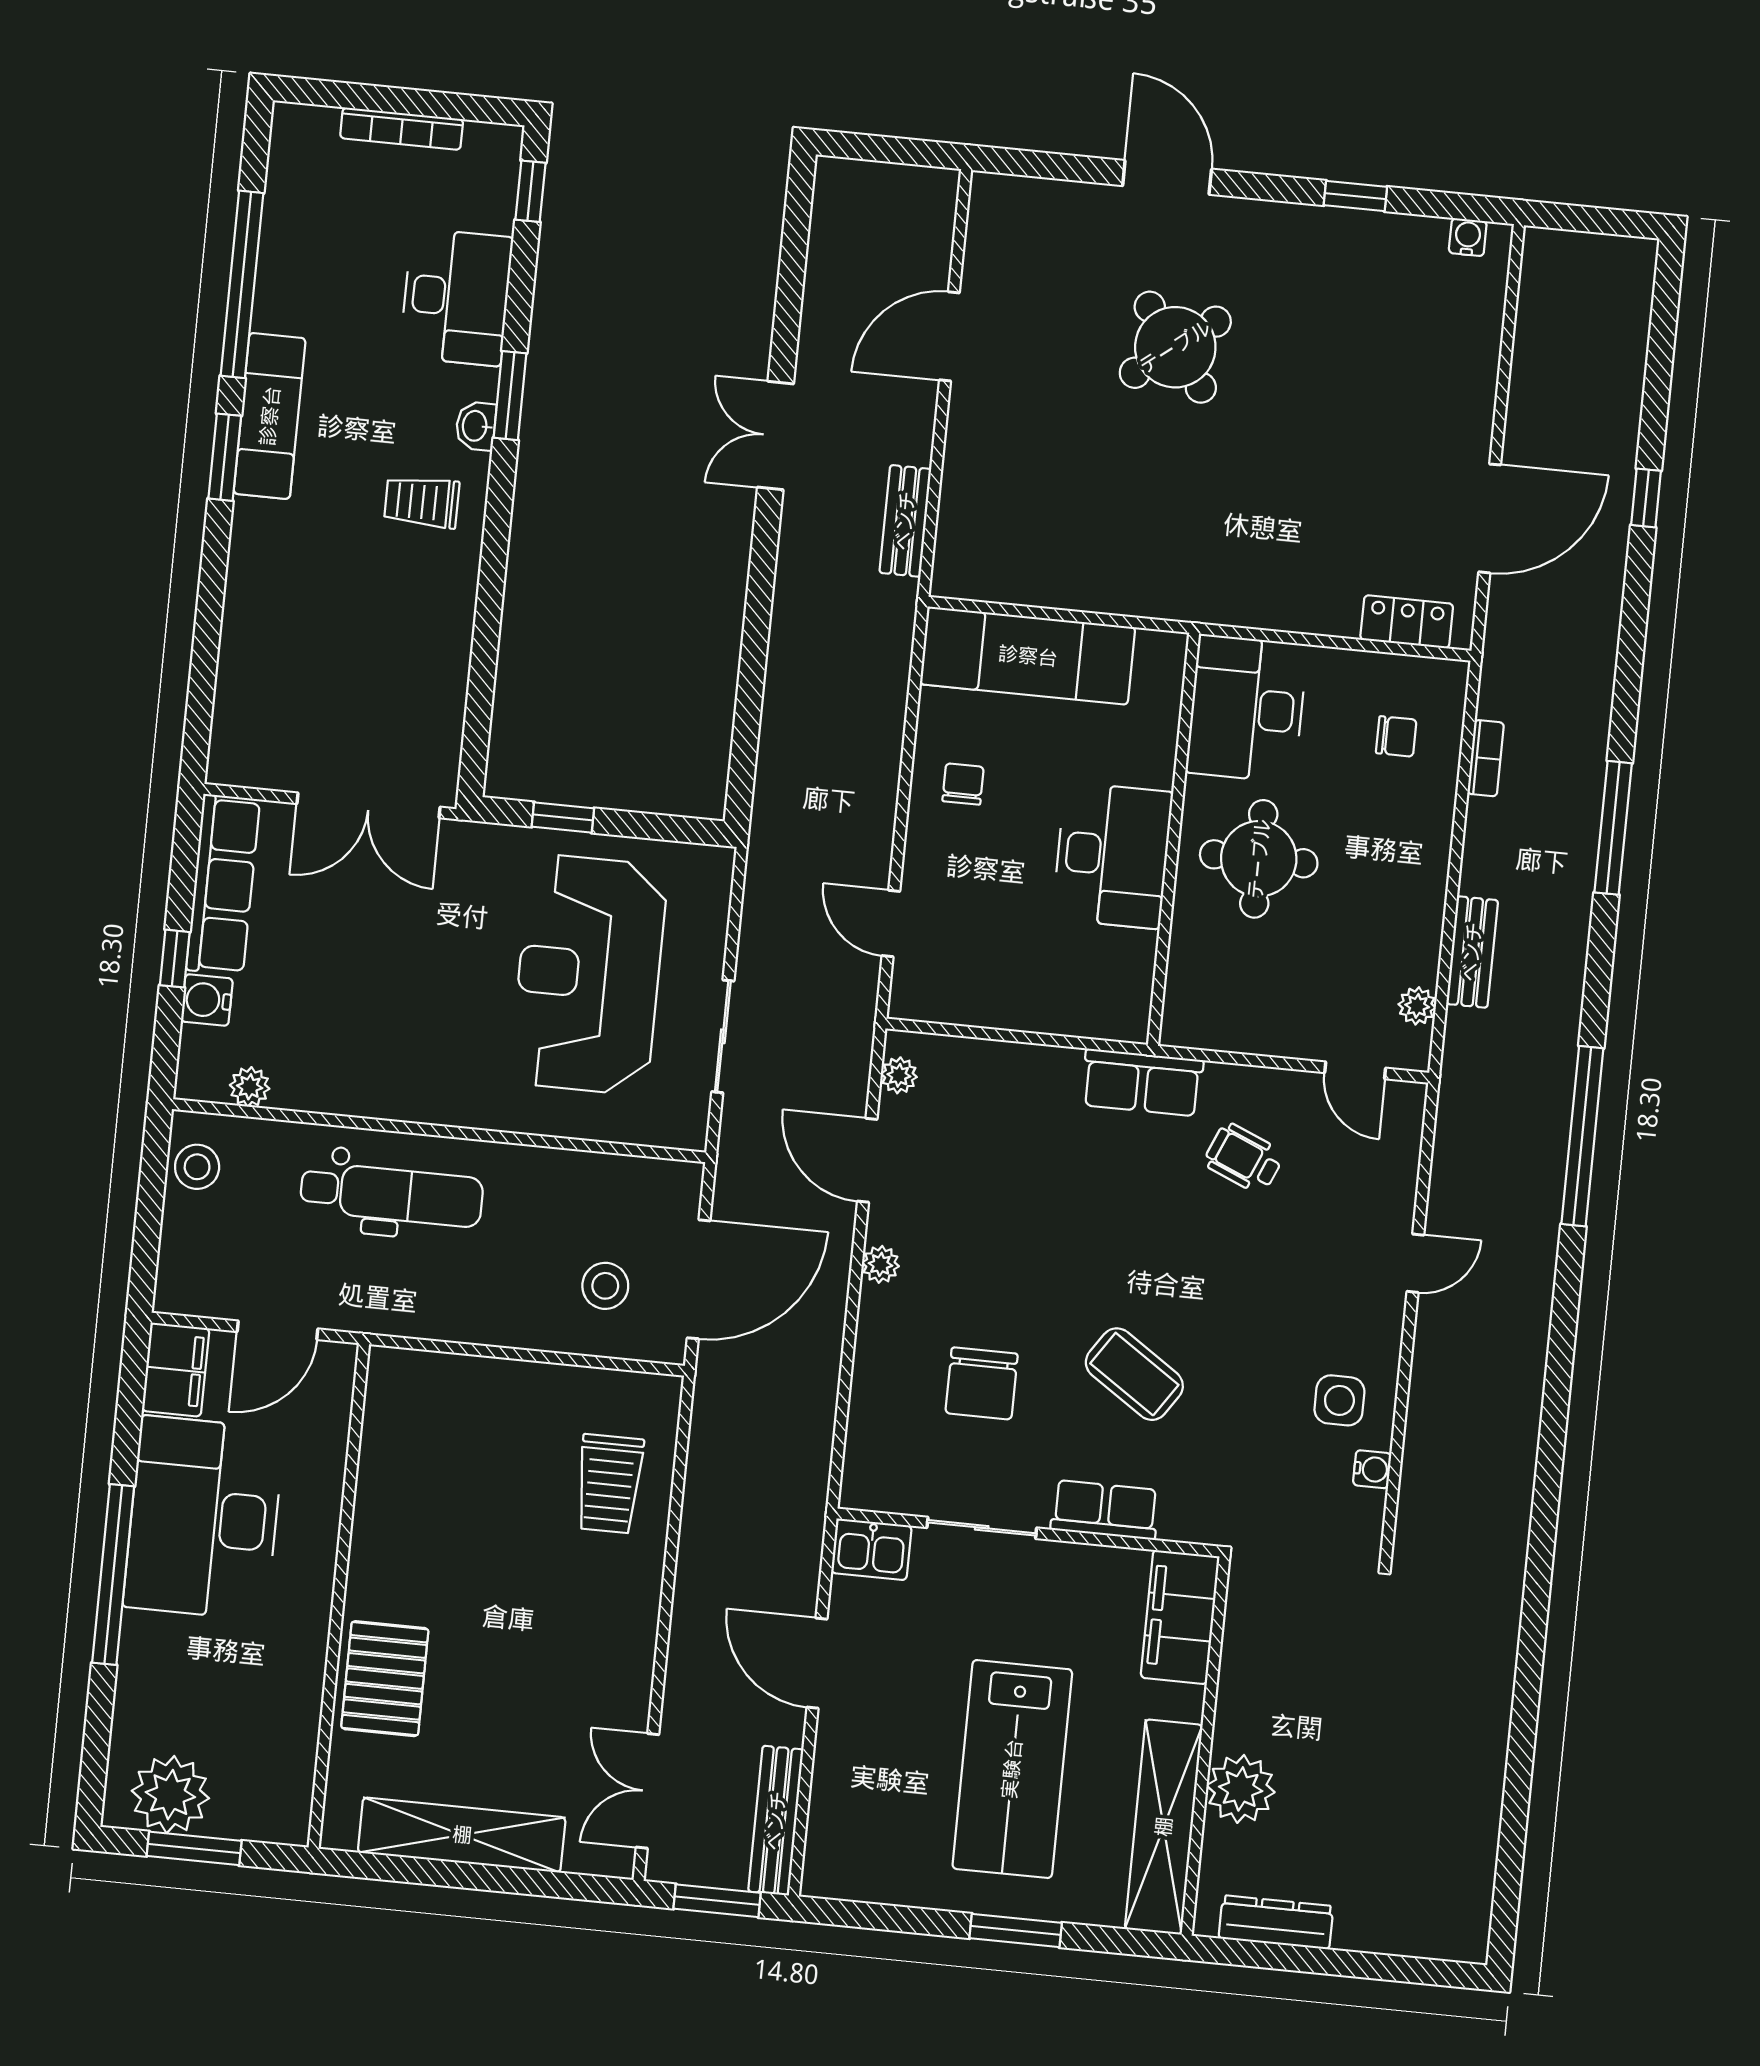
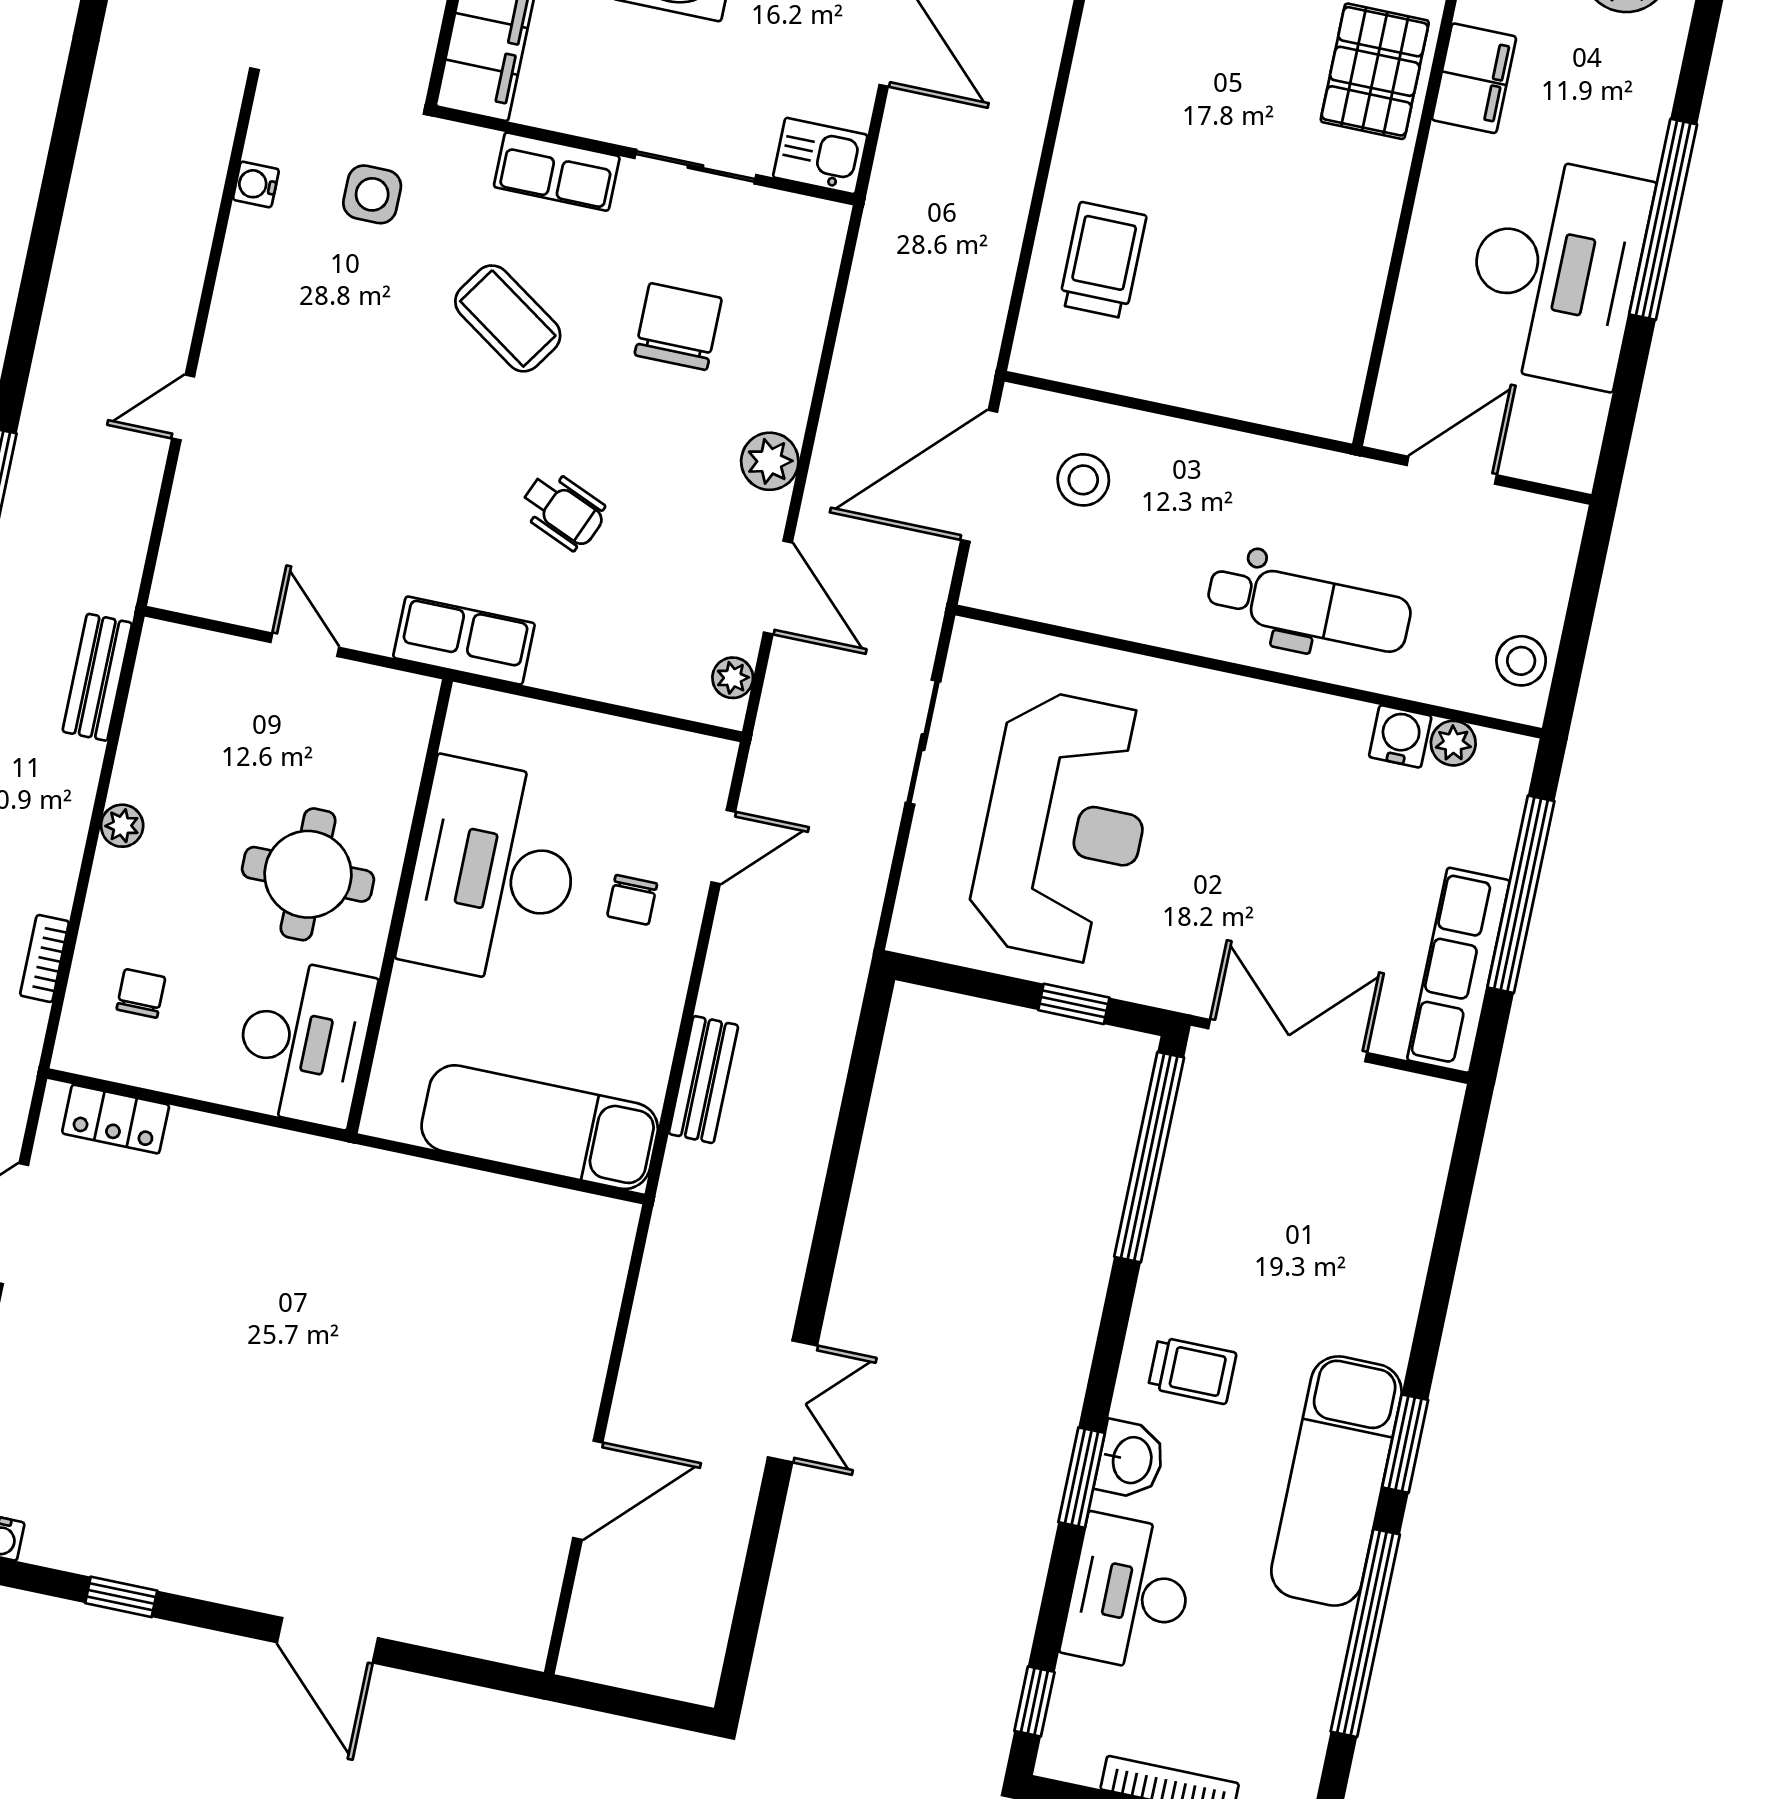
round table: (1175, 347) -> (339, 1451), removed
exam couch: (270, 416) -> (1336, 1481), width x1.36, depth x1.45
washbasin: (476, 426) -> (1130, 1460), width x1.38, depth x1.45
bench: (905, 521) -> (703, 1080), moved
window: (481, 688) -> (1149, 1157), added
chair: (1396, 736) -> (141, 993), turned 90
chair: (963, 784) -> (632, 900), moved
desk: (1113, 855) -> (493, 872), width x1.36, depth x1.30
door: (891, 923) -> (723, 847), hinge flipped
bench: (1472, 952) -> (97, 677), moved
window: (175, 959) -> (1521, 894), width x3.17
water cooler: (207, 1000) -> (1400, 736), moved, turned -90
plant: (1417, 1006) -> (122, 826), moved
door: (1355, 1070) -> (305, 645), moved
wheelchair: (1244, 1158) -> (563, 510), moved
dental chair: (392, 1195) -> (1309, 607), turned 180
plant: (880, 1264) -> (770, 461), width x1.38, depth x1.38
filing cabinet: (176, 1370) -> (1474, 78), moved, turned 180
side table: (1339, 1400) -> (372, 194), moved

